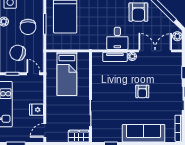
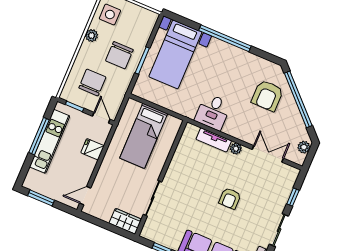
desk: (117, 38) -> (213, 112), moved
double door: (155, 51) -> (268, 154), width x0.73
chair: (18, 53) -> (92, 82), turned 72
fridge: (37, 110) -> (93, 149), moved

